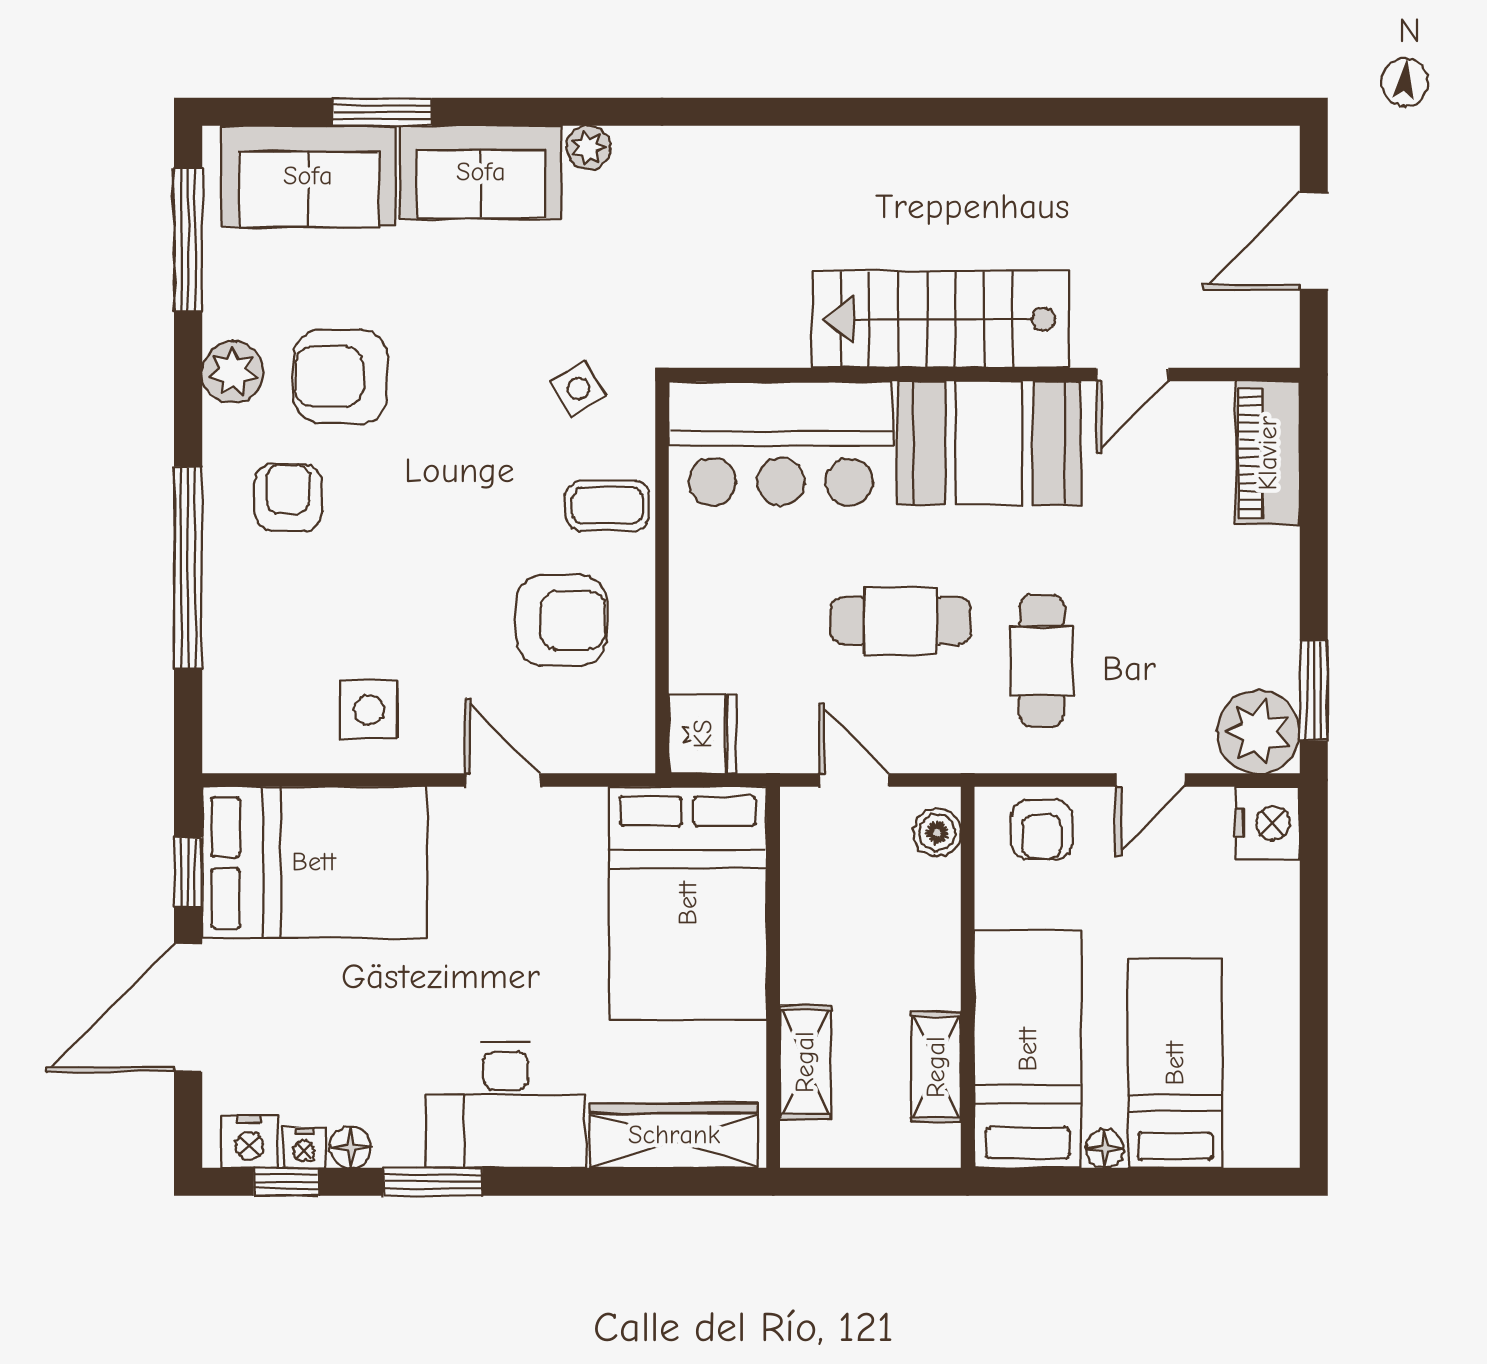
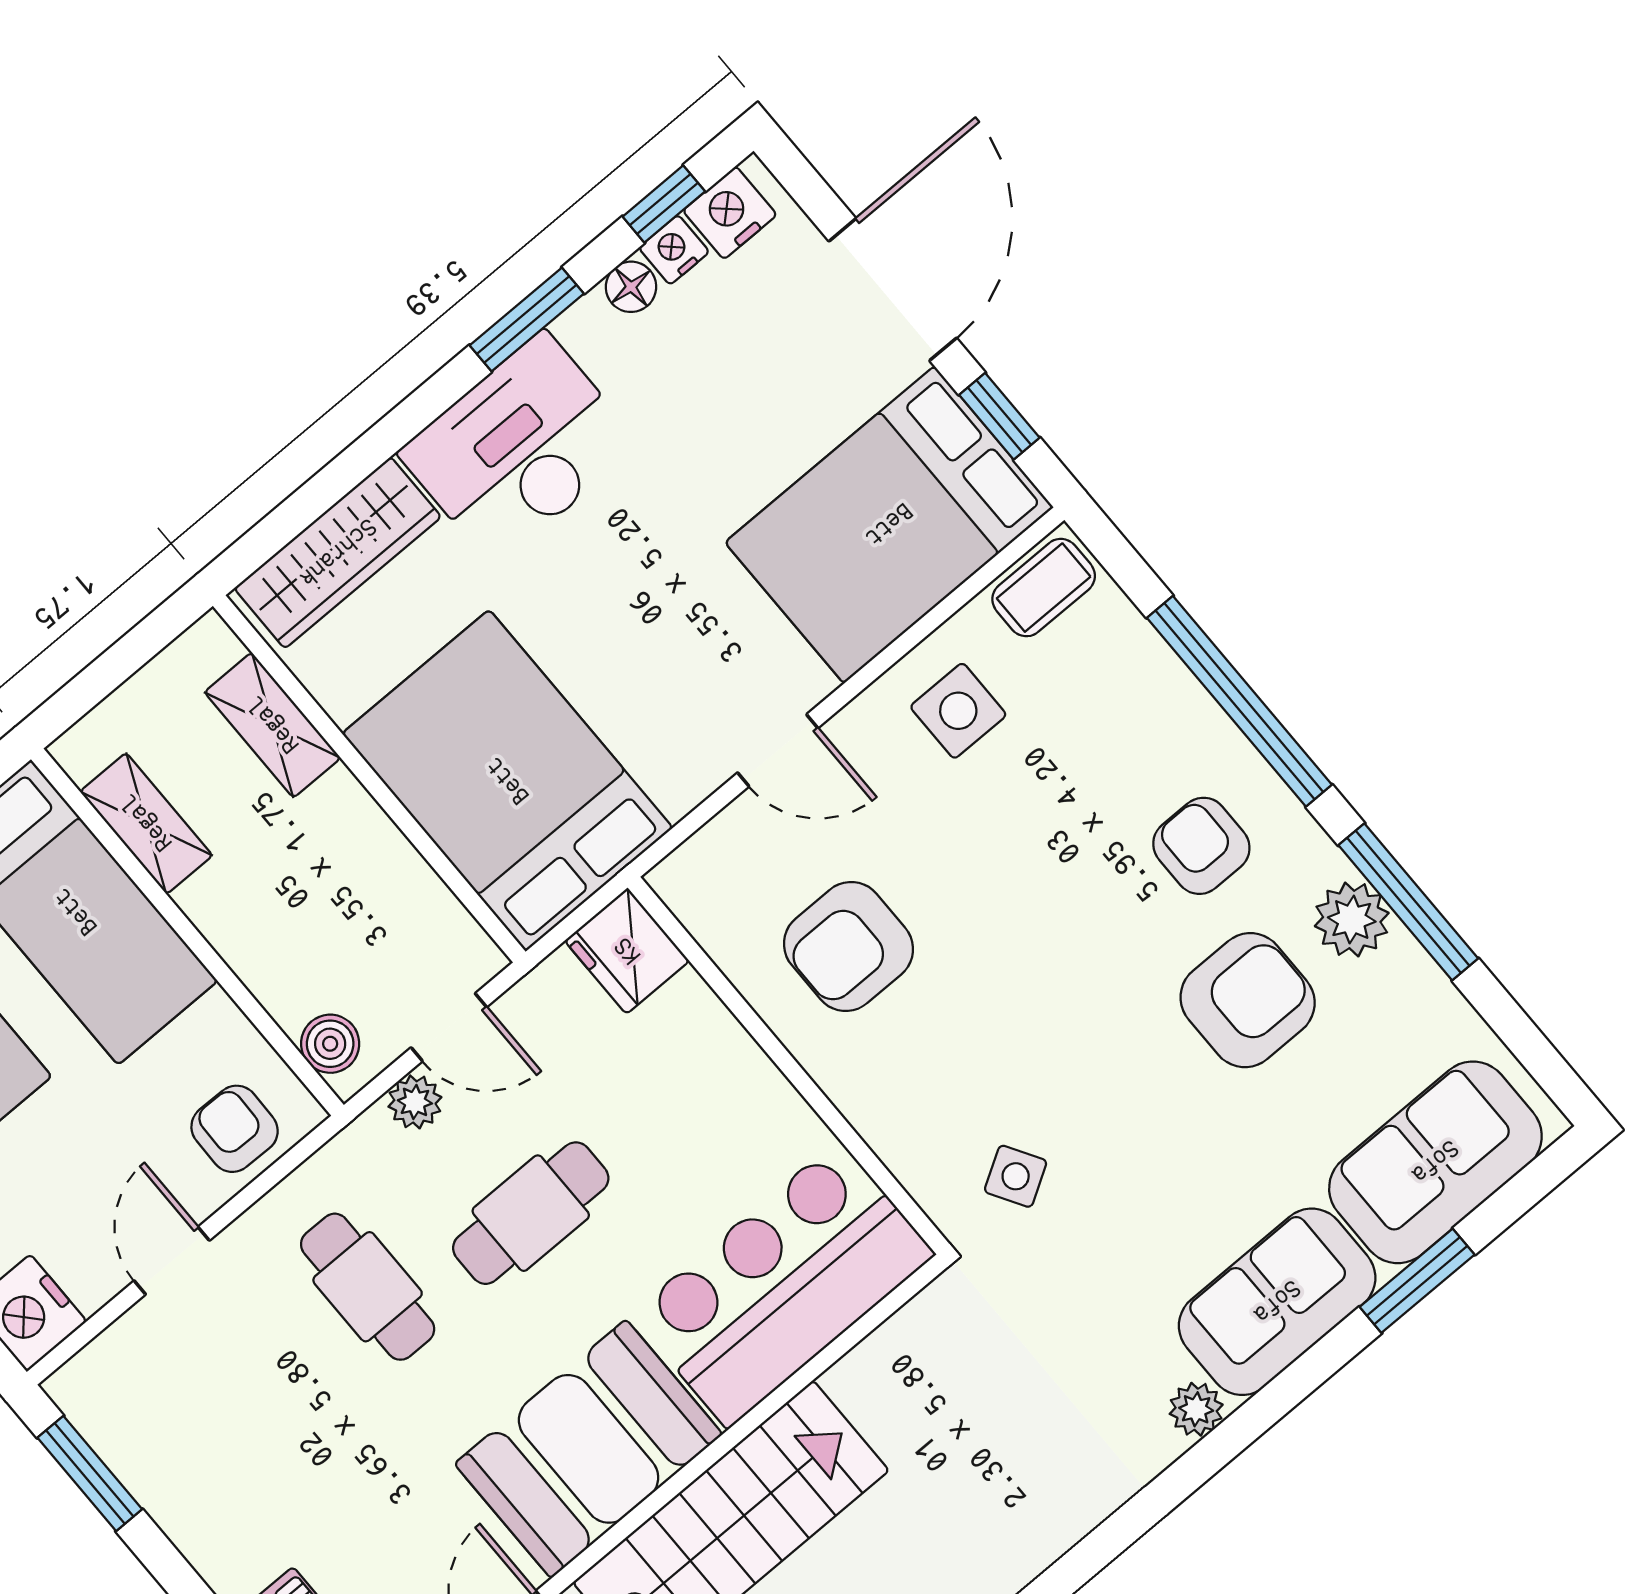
window: (188, 240) -> (1408, 902), moved
armchair: (288, 497) -> (1201, 846), turned 180
coffee table: (607, 506) -> (1044, 588), moved
plant: (1258, 732) -> (415, 1102), moved, width x0.53, depth x0.53

